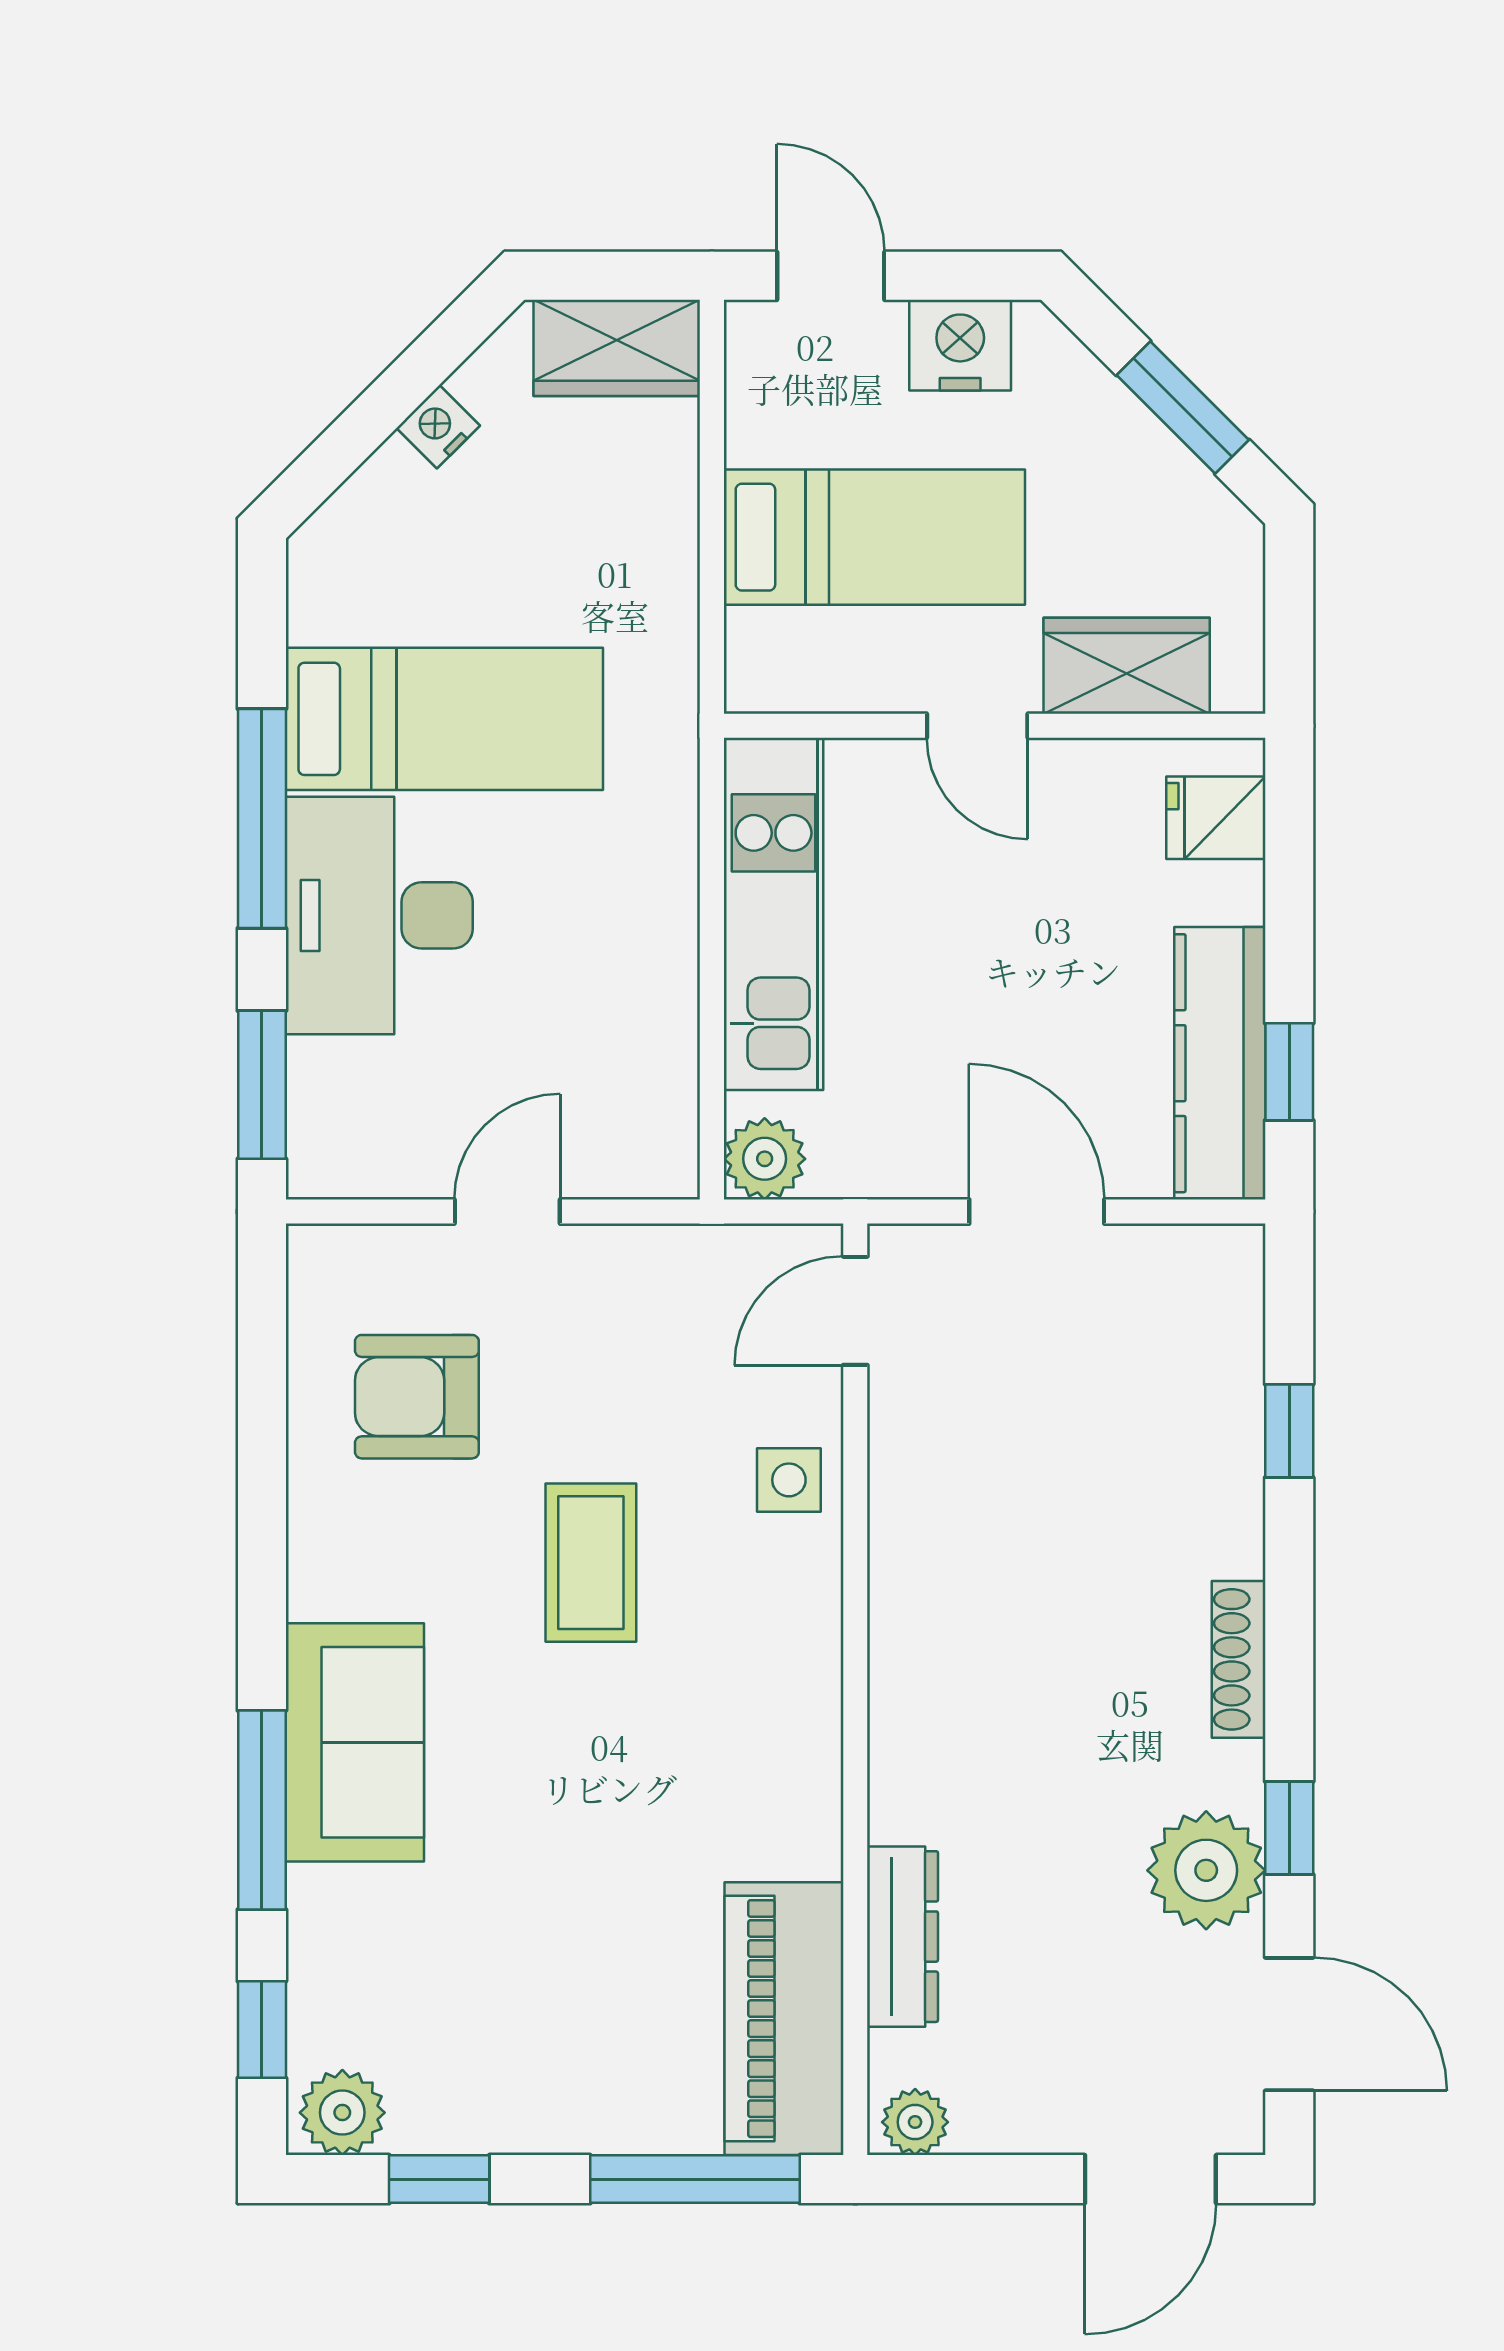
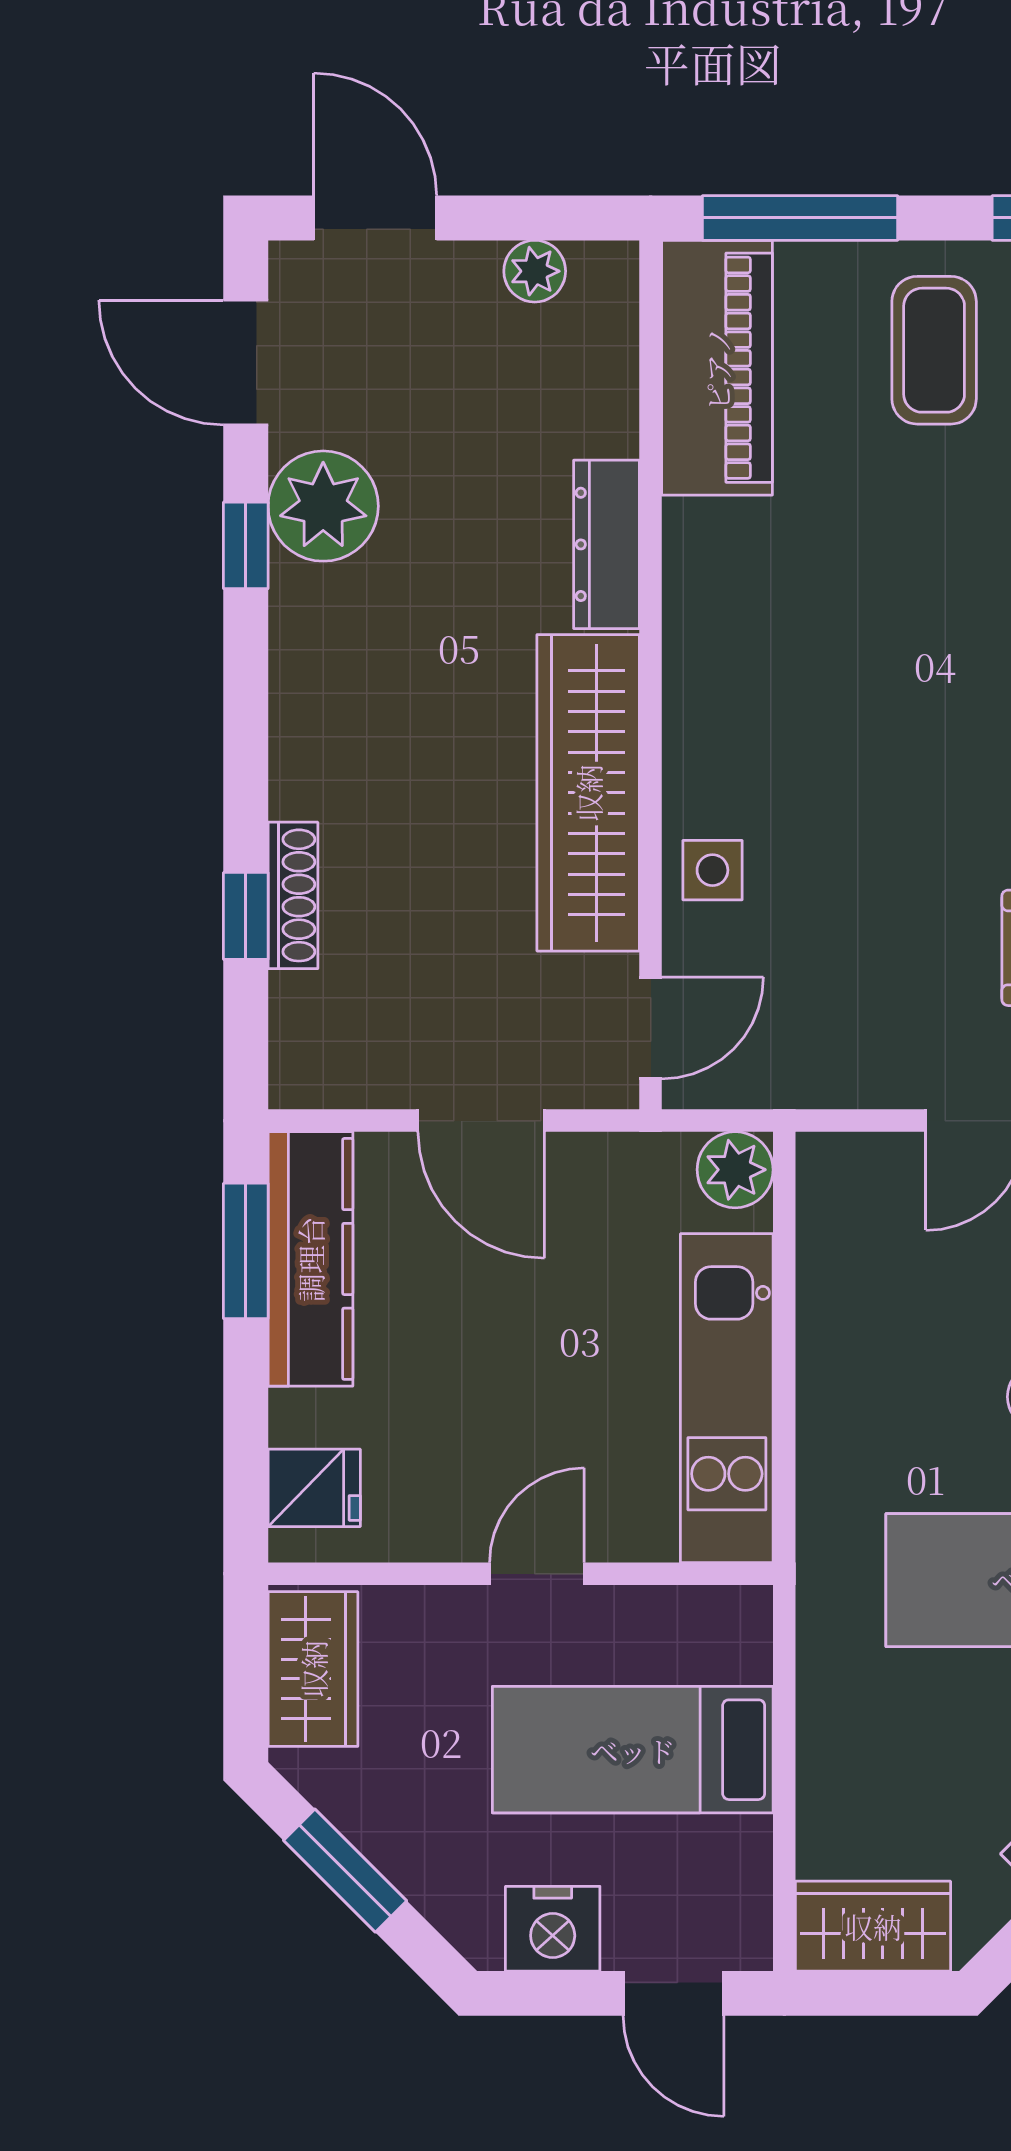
wardrobe: (1127, 666) -> (313, 1669), moved, turned -90
door: (977, 726) -> (537, 1574), hinge flipped
window: (1289, 1072) -> (246, 1251), width x1.50
coffee table: (591, 1563) -> (934, 350), moved
wardrobe: (922, 1563) -> (588, 793), added
shoe rack: (1239, 1659) -> (293, 895), moved
dresser: (902, 1937) -> (607, 544), moved
plant: (915, 2122) -> (535, 271), moved
door: (1150, 2179) -> (375, 218), hinge flipped

